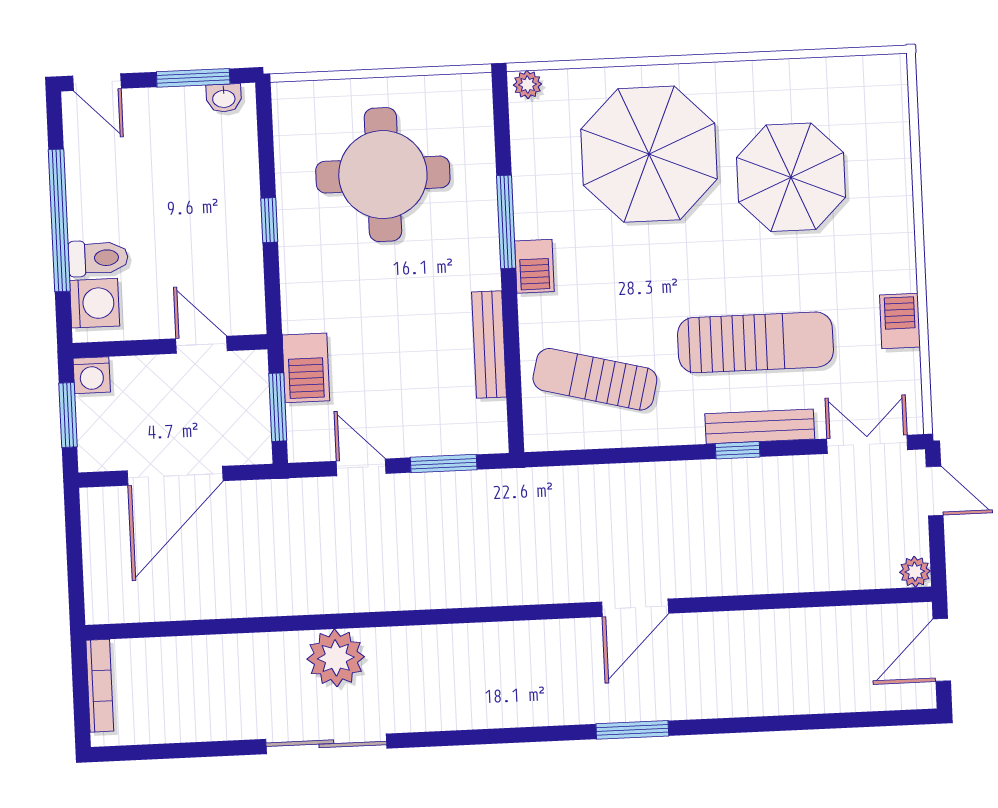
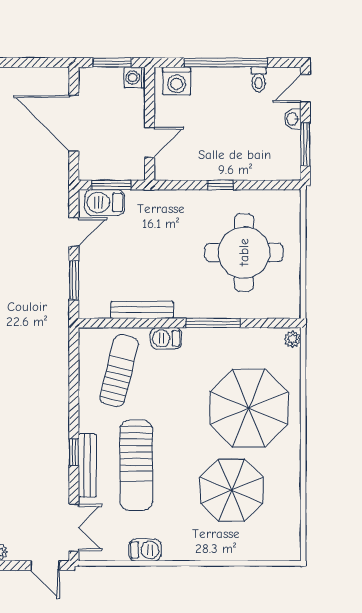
washbasin: (224, 98) -> (293, 119), moved
toilet: (98, 258) -> (259, 80), moved, width x0.73, depth x0.72
barbecue: (534, 266) -> (166, 338), moved
barbecue: (306, 368) -> (105, 202), moved
door: (935, 491) -> (45, 566), hinge flipped

